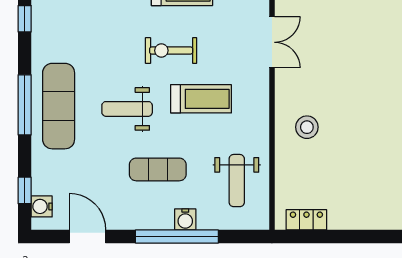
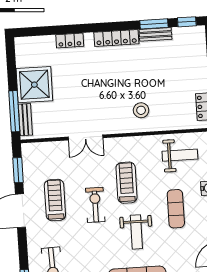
double door: (272, 42) -> (85, 137), swing flipped
exercise bike: (171, 51) -> (95, 205), turned 180

